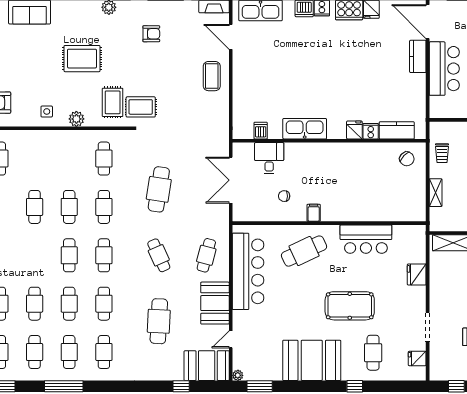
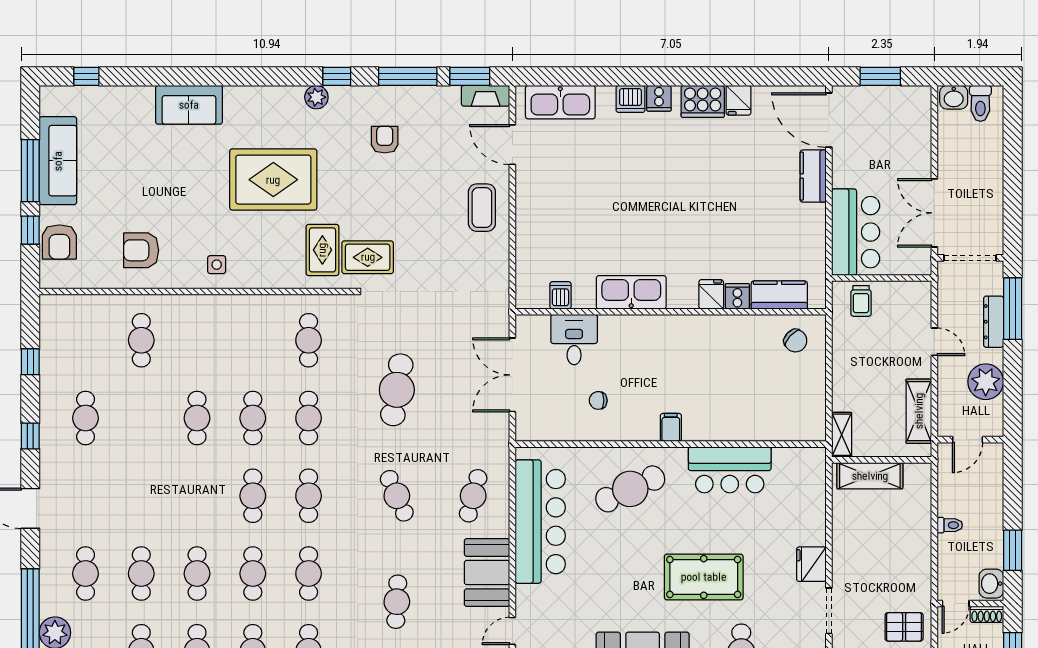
armchair: (151, 34) -> (385, 140), turned -90
rug: (82, 59) -> (273, 180), width x1.37, depth x1.44
bar counter: (444, 69) -> (856, 232), moved
plant: (76, 119) -> (264, 276), removed
trolley: (442, 153) -> (861, 301), moved
shelving: (436, 193) -> (842, 435), moved
filing cabinet: (314, 213) -> (671, 427), moved
fridge: (417, 274) -> (811, 564), moved
cafe table: (159, 321) -> (397, 602), width x0.73, depth x0.74

